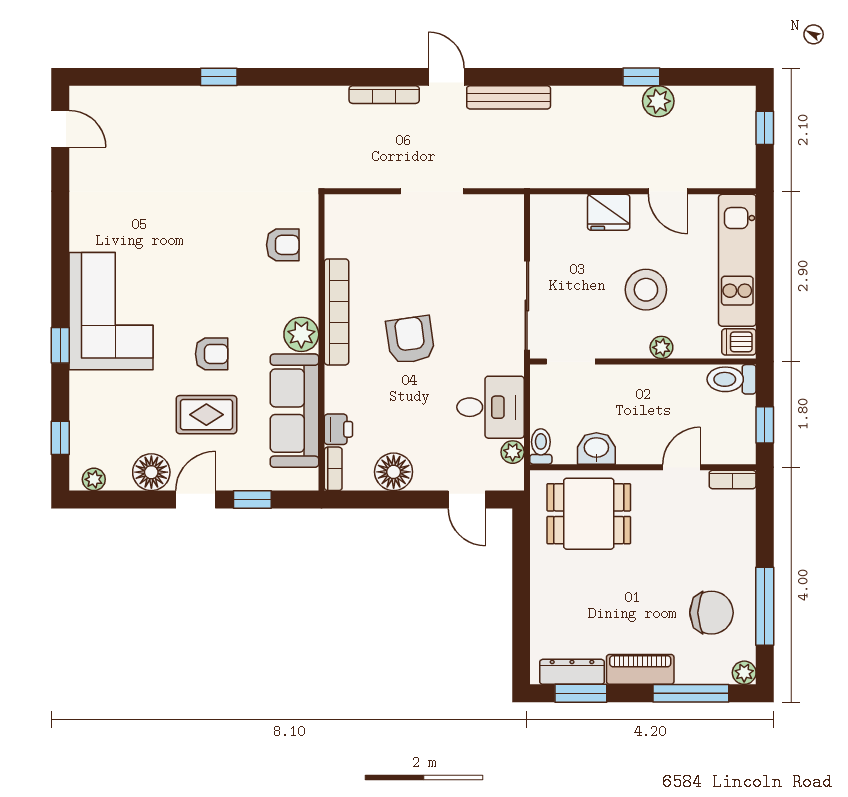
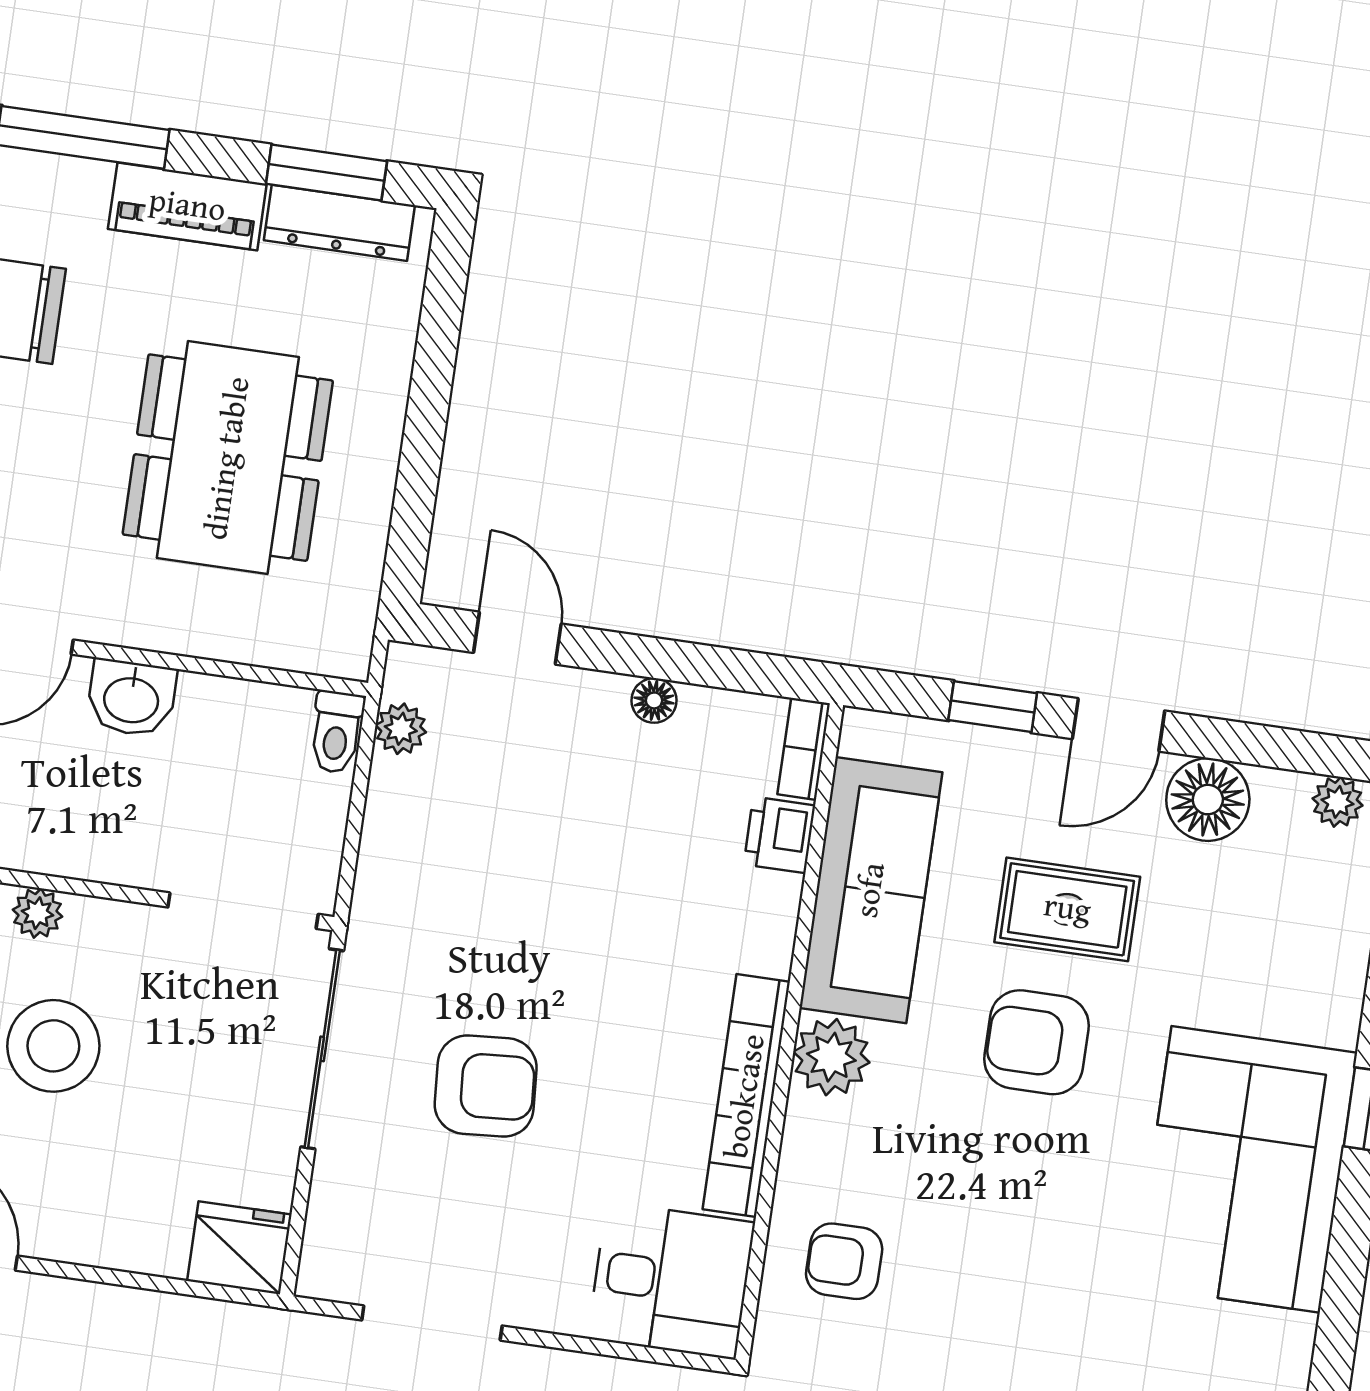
doorway: (432, 191) -> (432, 1323), moved
fridge: (609, 212) -> (239, 1248), moved
armchair: (410, 340) -> (486, 1086), moved, turned -86
armchair: (212, 354) -> (1037, 1042), width x1.38, depth x1.38
doorway: (571, 362) -> (243, 911), width x1.38
desk: (490, 407) -> (671, 1281), moved, turned 180
washbasin: (596, 448) -> (131, 698), moved
floor lamp: (394, 472) -> (654, 700), width x0.53, depth x0.53
dining table: (589, 514) -> (228, 458), moved, width x1.38

